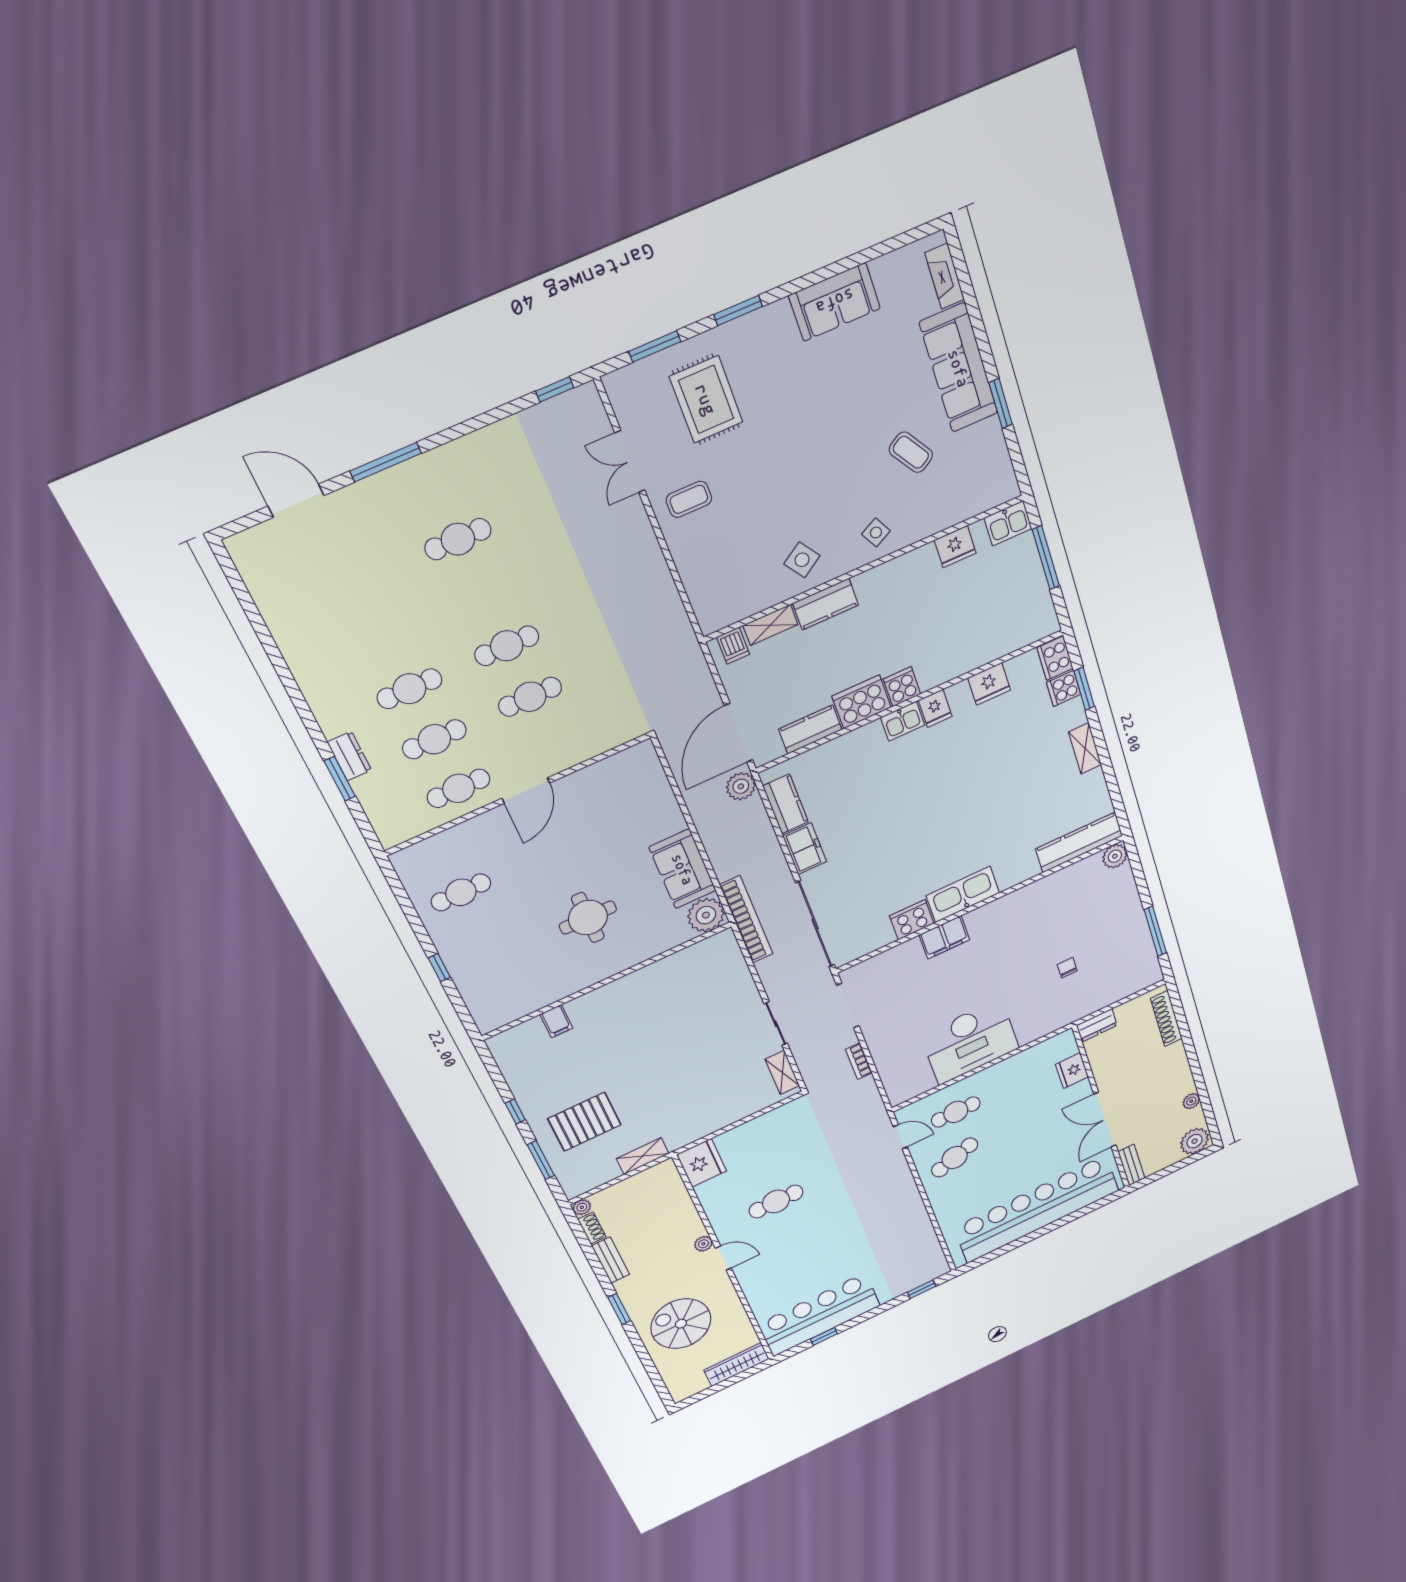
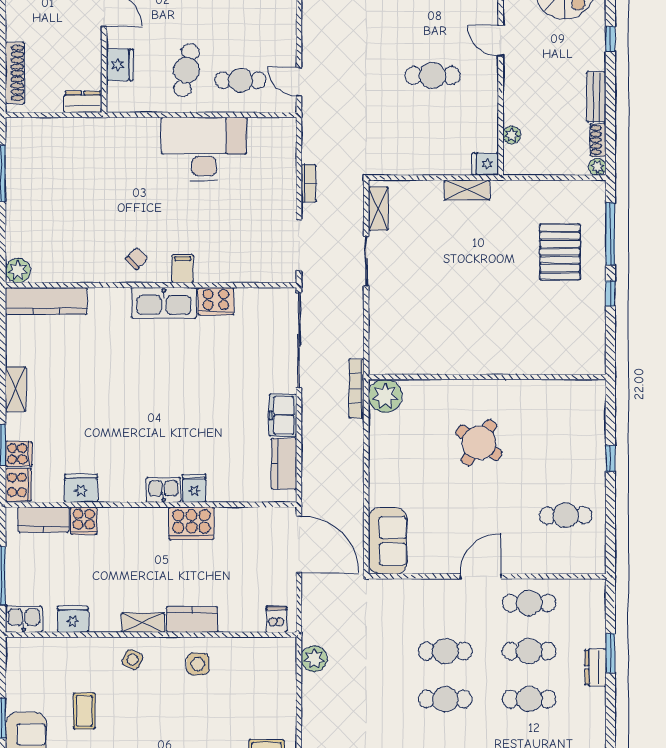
coffee table: (911, 452) -> (84, 711), turned 33
side table: (876, 533) -> (133, 660), turned -38
side table: (802, 560) -> (198, 664), turned 34
shelving: (770, 625) -> (143, 623), moved
cooker: (902, 687) -> (84, 521), moved
fridge: (935, 708) -> (194, 488), moved
kitchen counter: (810, 729) -> (43, 520), moved
door: (739, 733) -> (299, 544), hinge flipped
plant: (741, 786) -> (314, 659), moved
sofa: (683, 869) -> (388, 541), moved
round table: (588, 918) -> (479, 443), turned 34
bookcase: (746, 920) -> (356, 389), width x0.68, depth x0.76
filing cabinet: (944, 937) -> (183, 269), width x0.50
chair: (1067, 968) -> (137, 259), moved, turned -135
filing cabinet: (556, 1021) -> (542, 361), removed
pallet: (584, 1122) -> (560, 252), turned 90
shelving: (643, 1156) -> (467, 190), moved
cafe table: (955, 1157) -> (186, 70), moved, turned -60
window: (541, 1160) -> (610, 234), width x1.44
fridge: (702, 1163) -> (485, 164), width x0.53, depth x0.75
plant: (703, 1244) -> (512, 135), moved
window: (619, 1309) -> (610, 39), width x0.67

